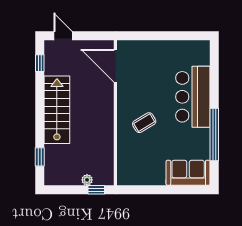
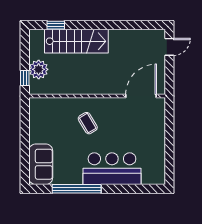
window: (40, 63) -> (144, 25), removed
stairs: (57, 110) -> (76, 41), moved
plant: (87, 180) -> (39, 69), width x1.88, depth x1.88

